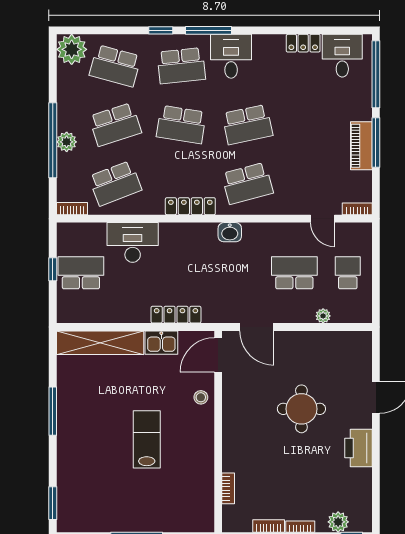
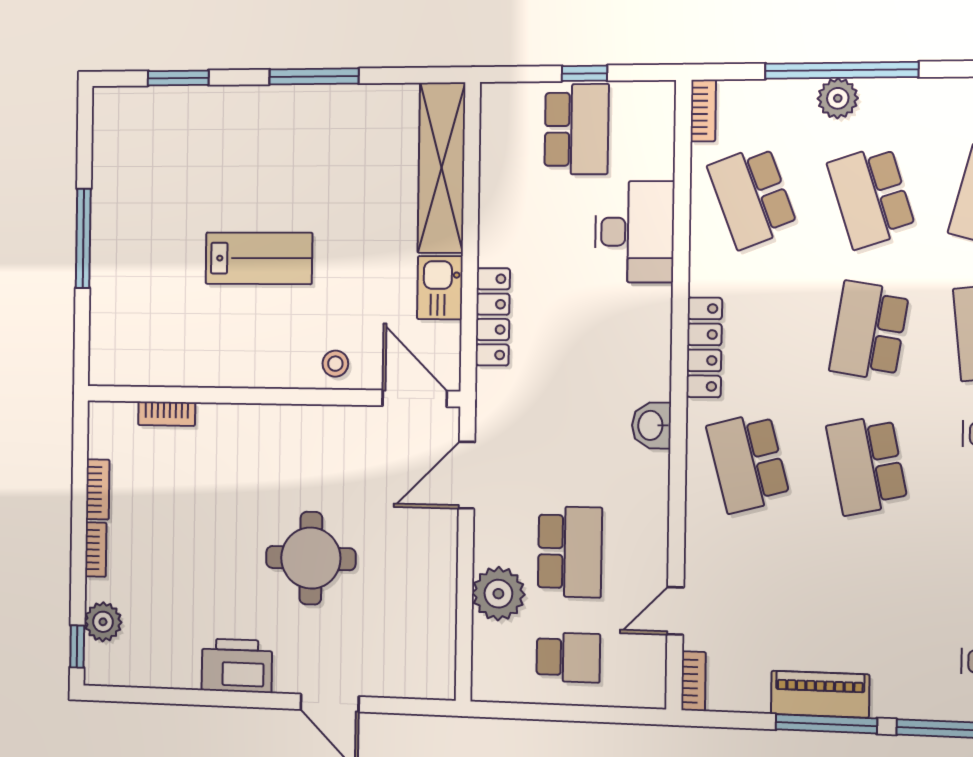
plant: (323, 316) -> (498, 594), width x1.87, depth x1.87
window: (53, 503) -> (178, 78), moved

